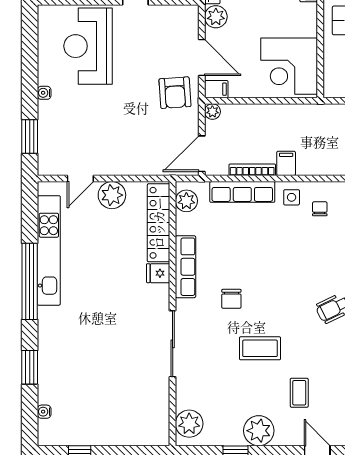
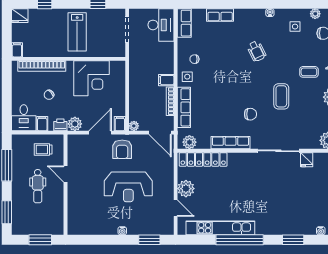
reception desk: (88, 46) -> (128, 187), moved
corner desk: (289, 66) -> (91, 78), moved
armchair: (175, 93) -> (122, 149), turned 94
fridge: (158, 273) -> (307, 160), moved

